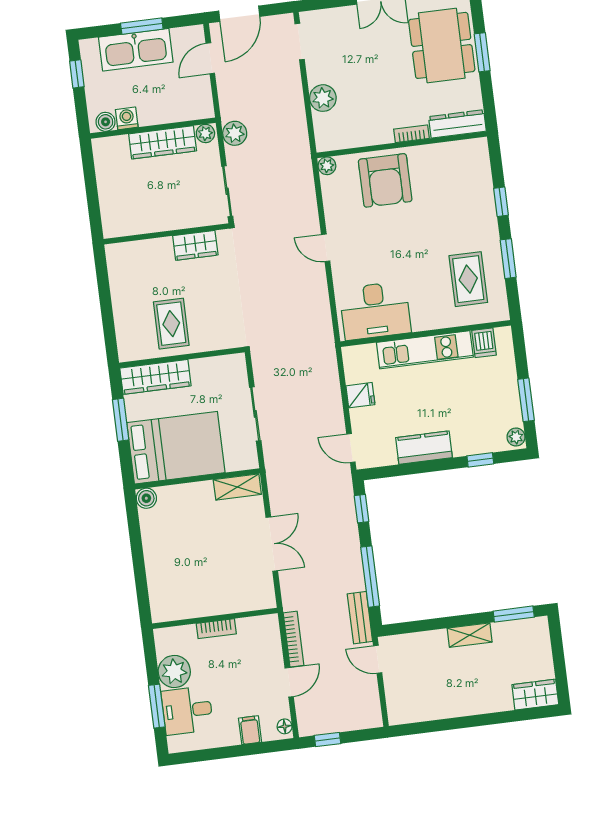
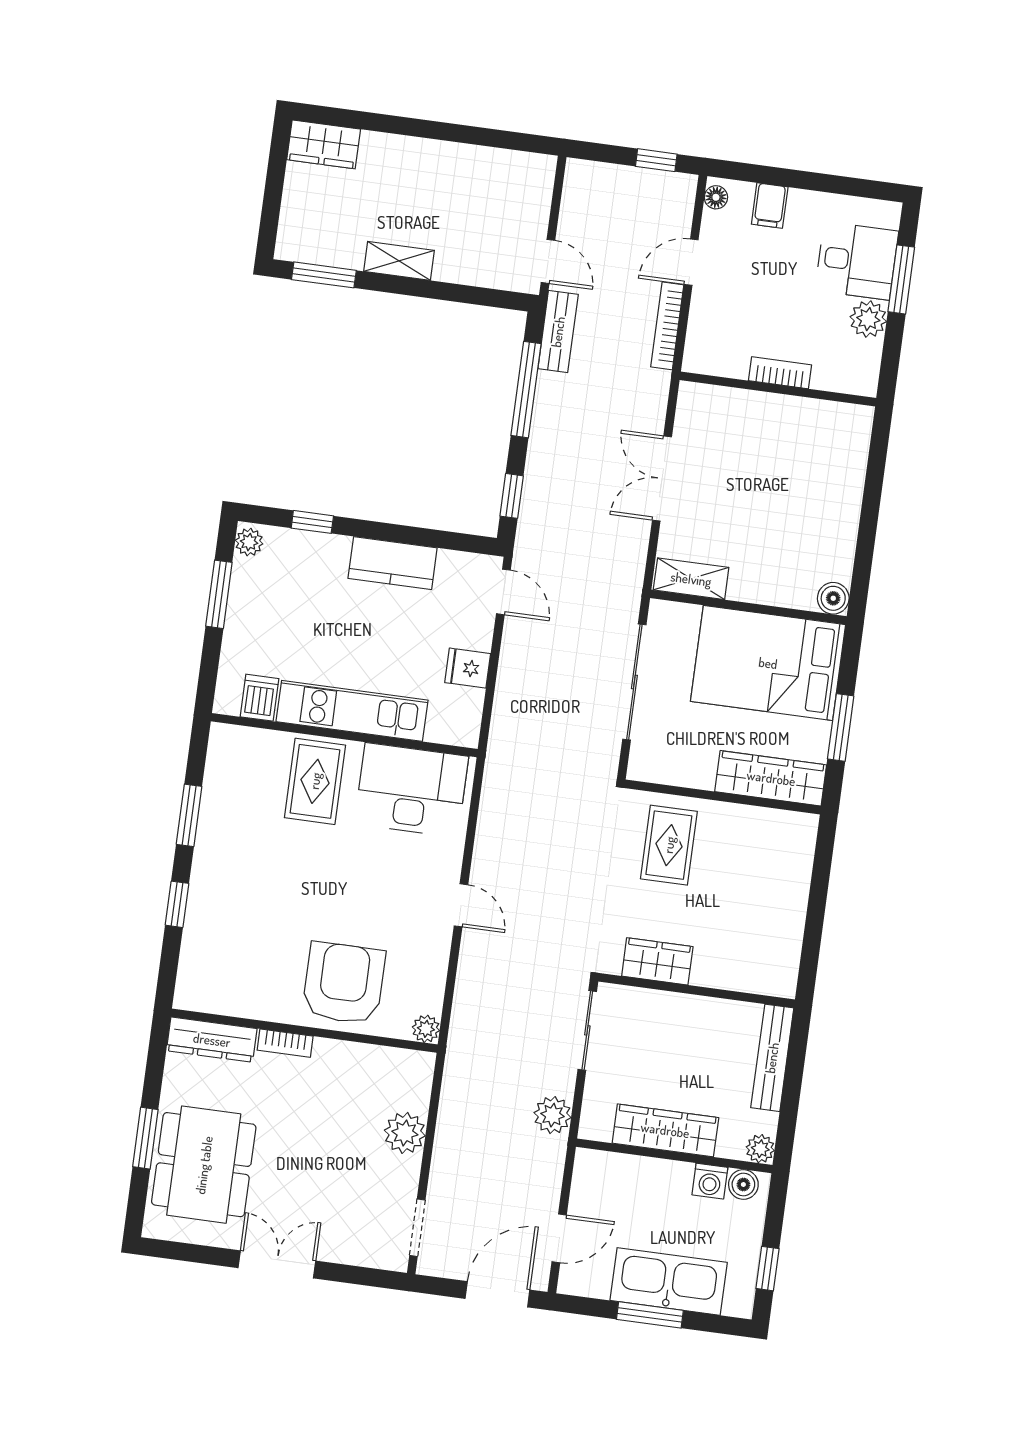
plant: (205, 133) -> (760, 1149), moved
bench: (109, 205) -> (772, 1058), added
rug: (468, 279) -> (315, 781), moved
rug: (171, 324) -> (669, 845), moved
sliding door: (255, 414) -> (634, 682), width x1.37
plant: (174, 671) -> (868, 319), width x0.73, depth x0.73

